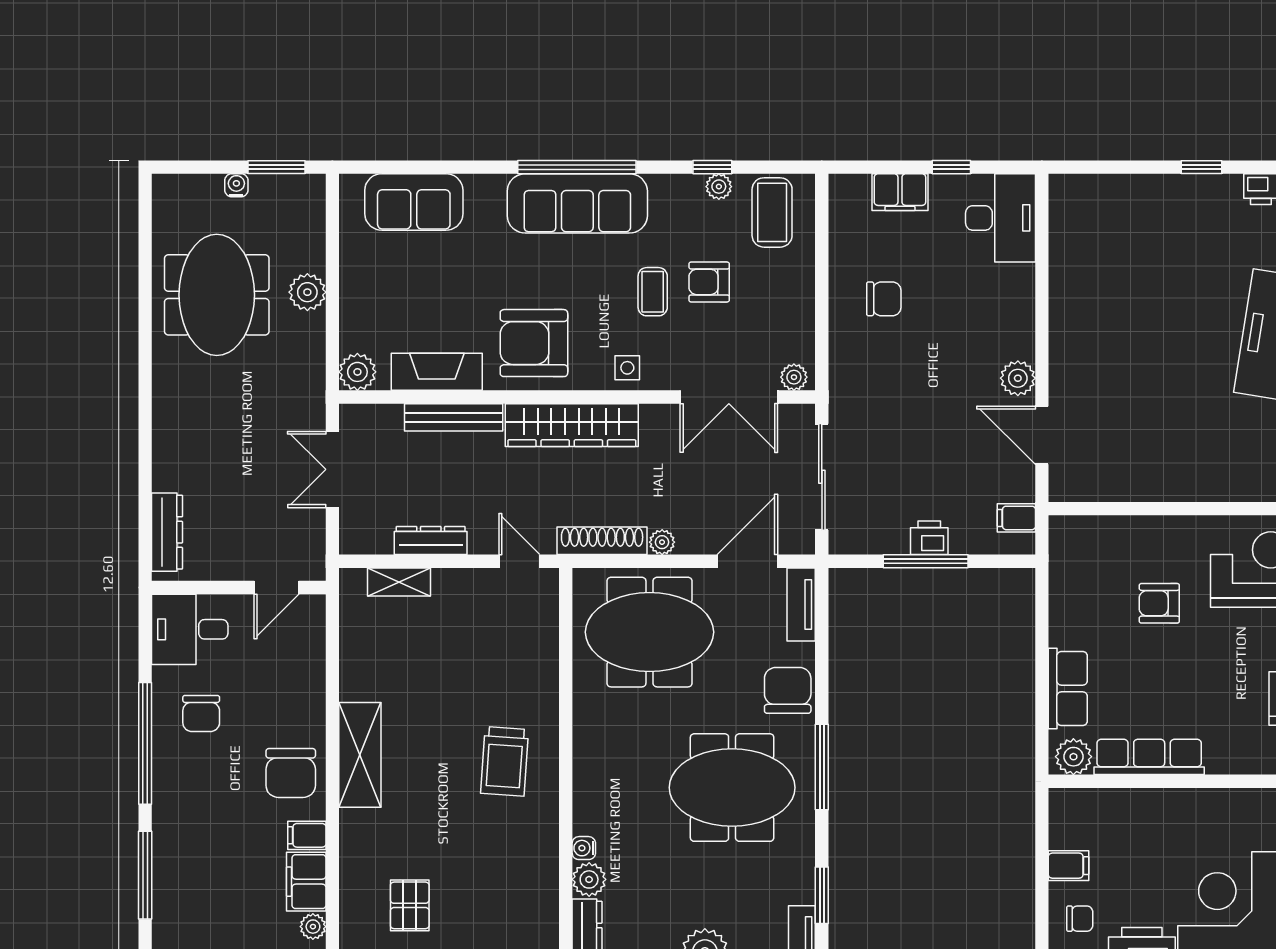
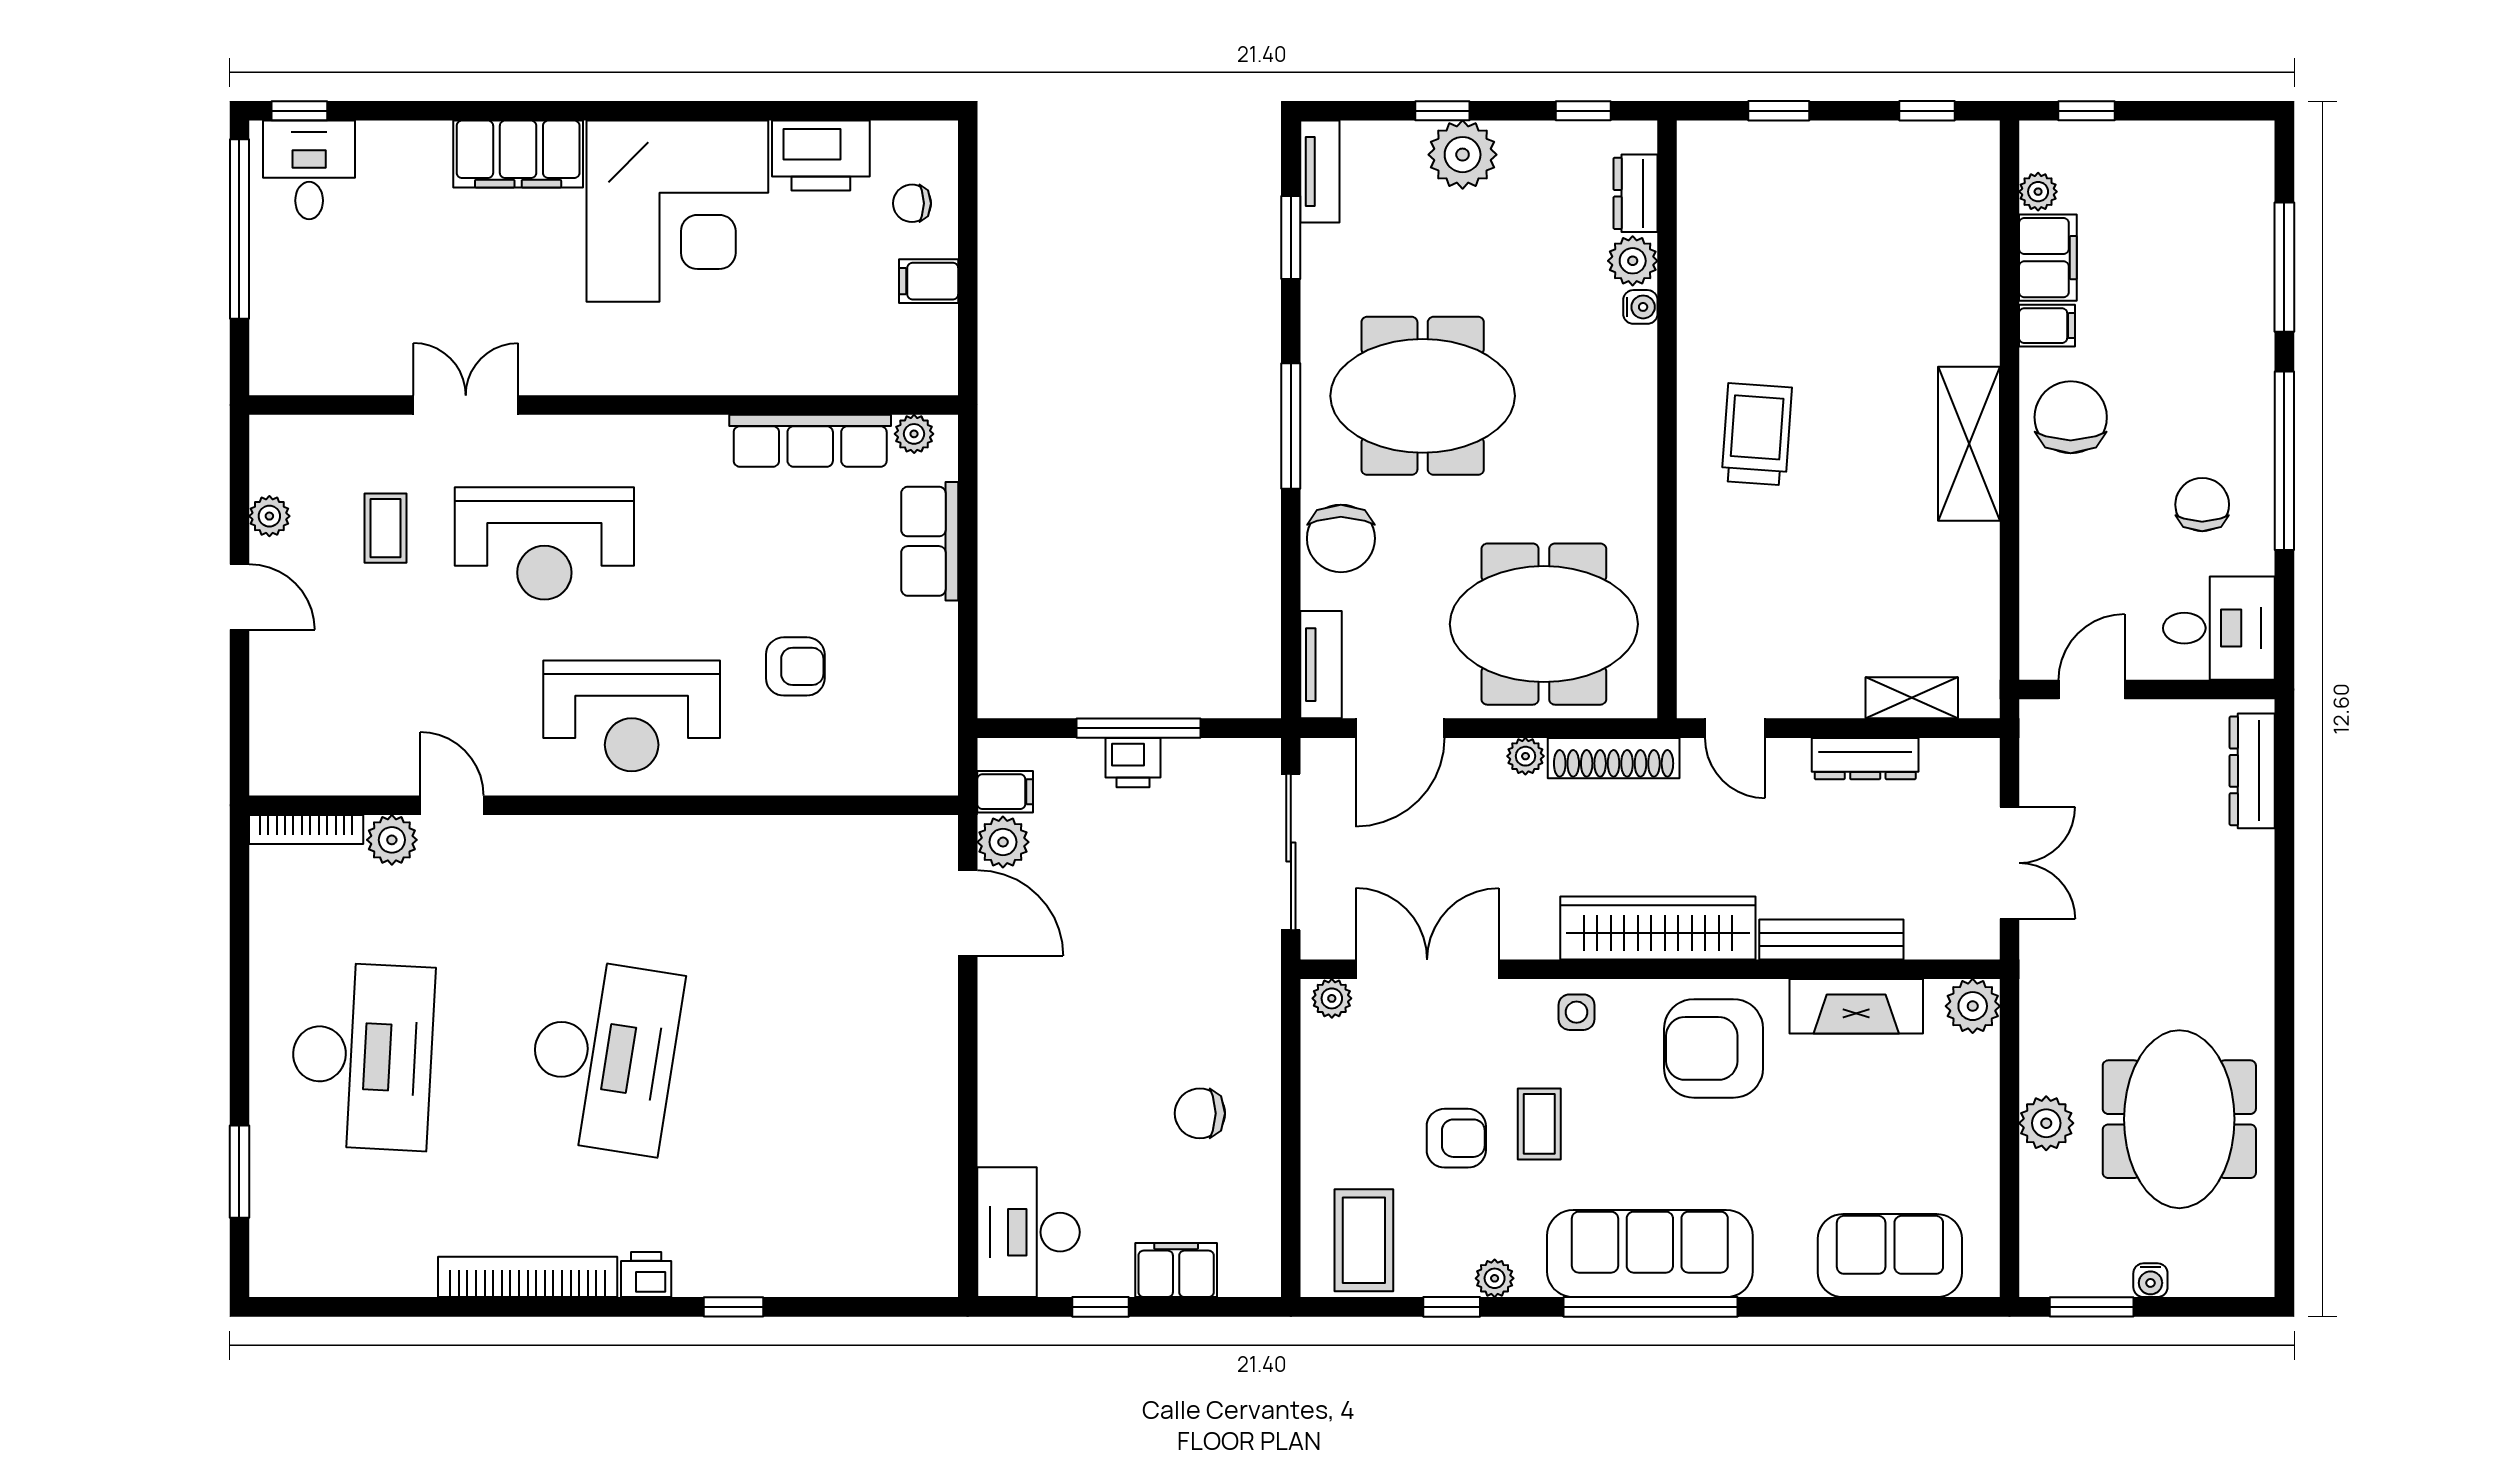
plant: (719, 187) -> (1495, 1278), moved
armchair: (534, 343) -> (1714, 1048), turned 180
plant: (1018, 378) -> (1003, 842), moved
plant: (1073, 757) -> (914, 434), width x0.73, depth x0.73
pallet: (410, 905) -> (1896, 223), removed

